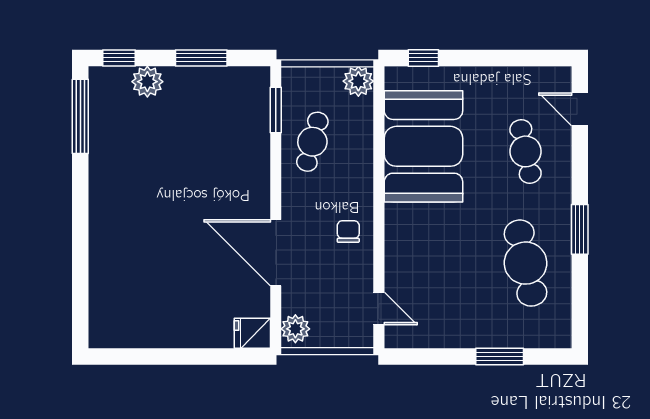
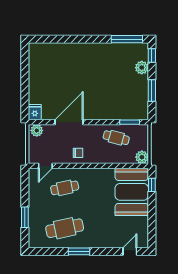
booth: (423, 146) -> (132, 192), moved, turned 90
cafe table: (525, 151) -> (65, 188), moved

